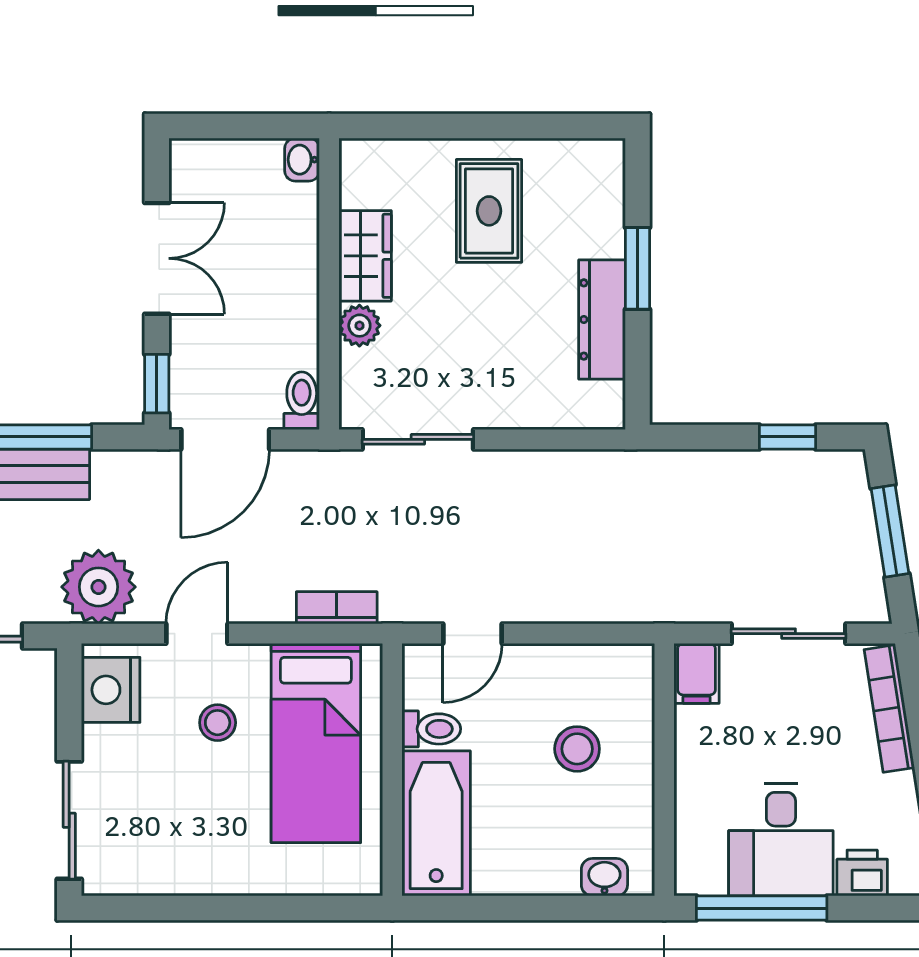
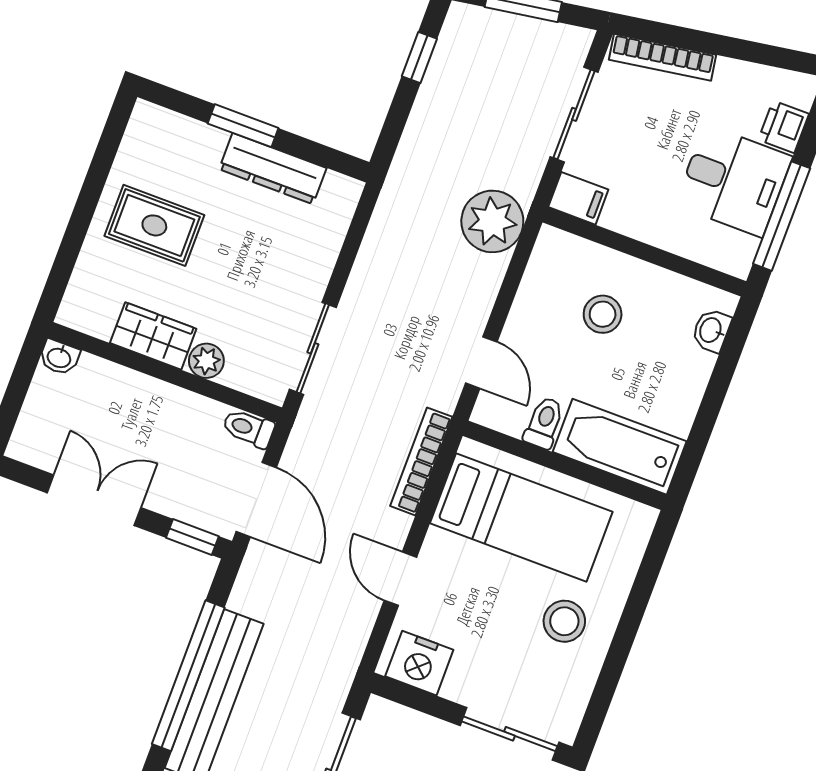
plant: (98, 587) -> (492, 221), moved
bookcase: (337, 608) -> (421, 461), width x1.56
stool: (218, 723) -> (564, 621), moved, width x1.37, depth x1.37

